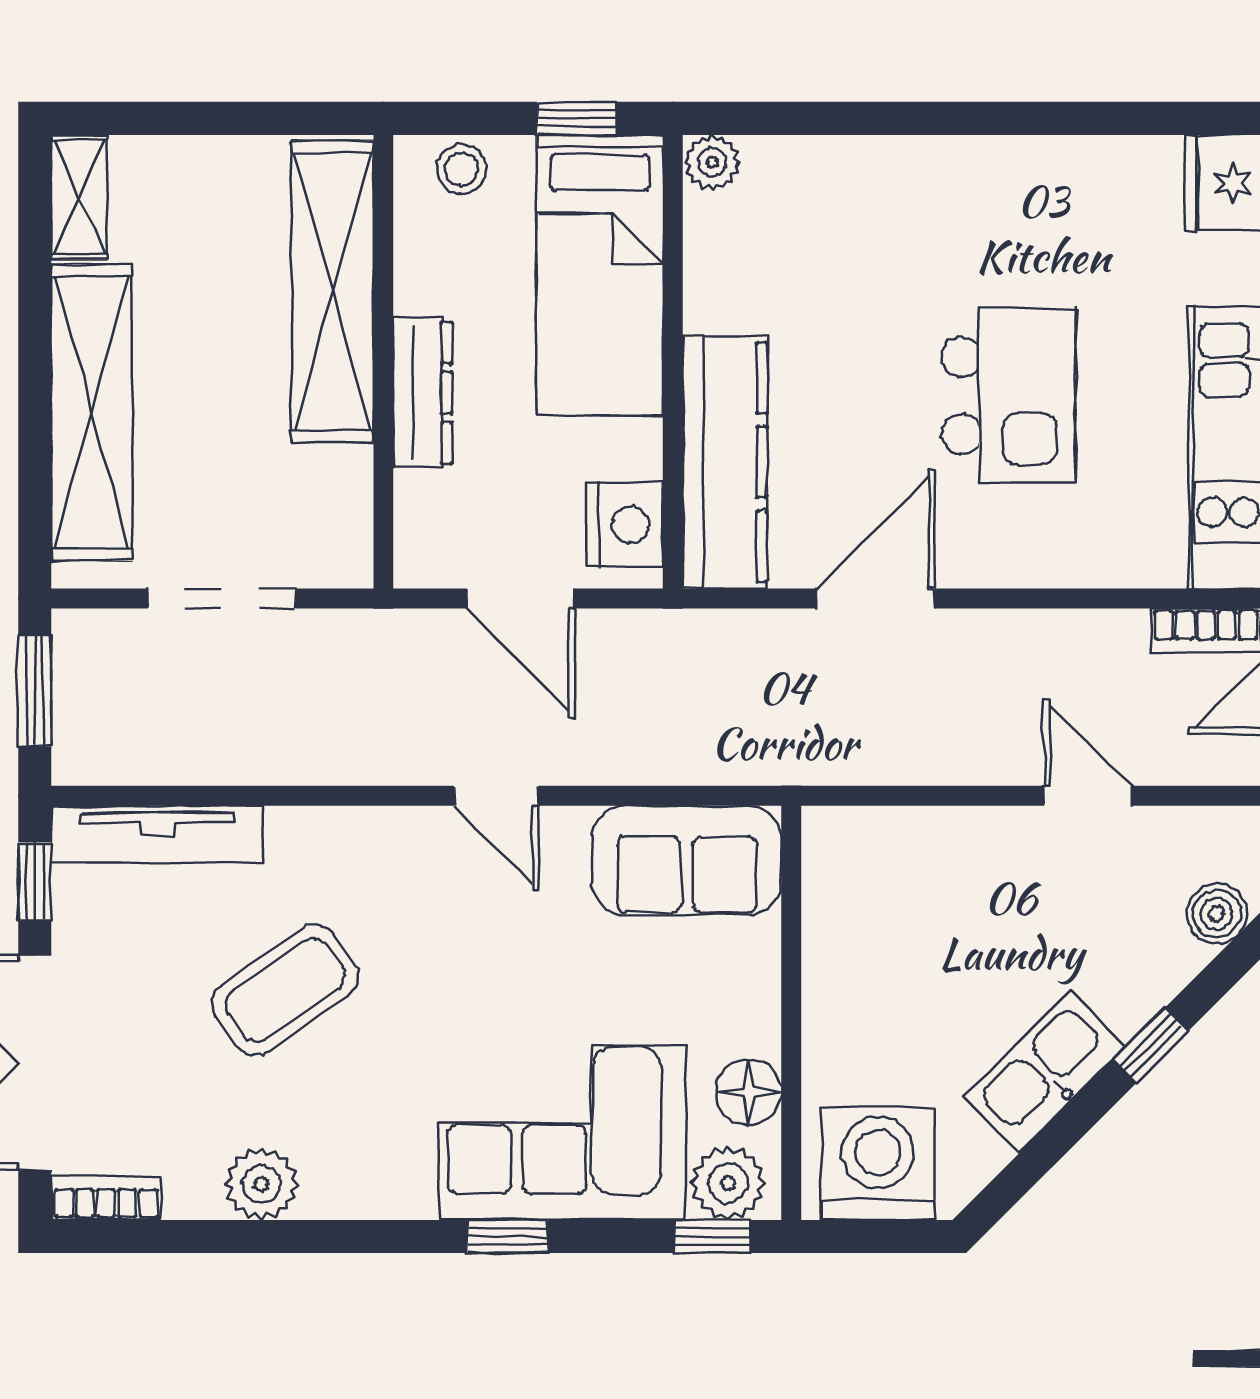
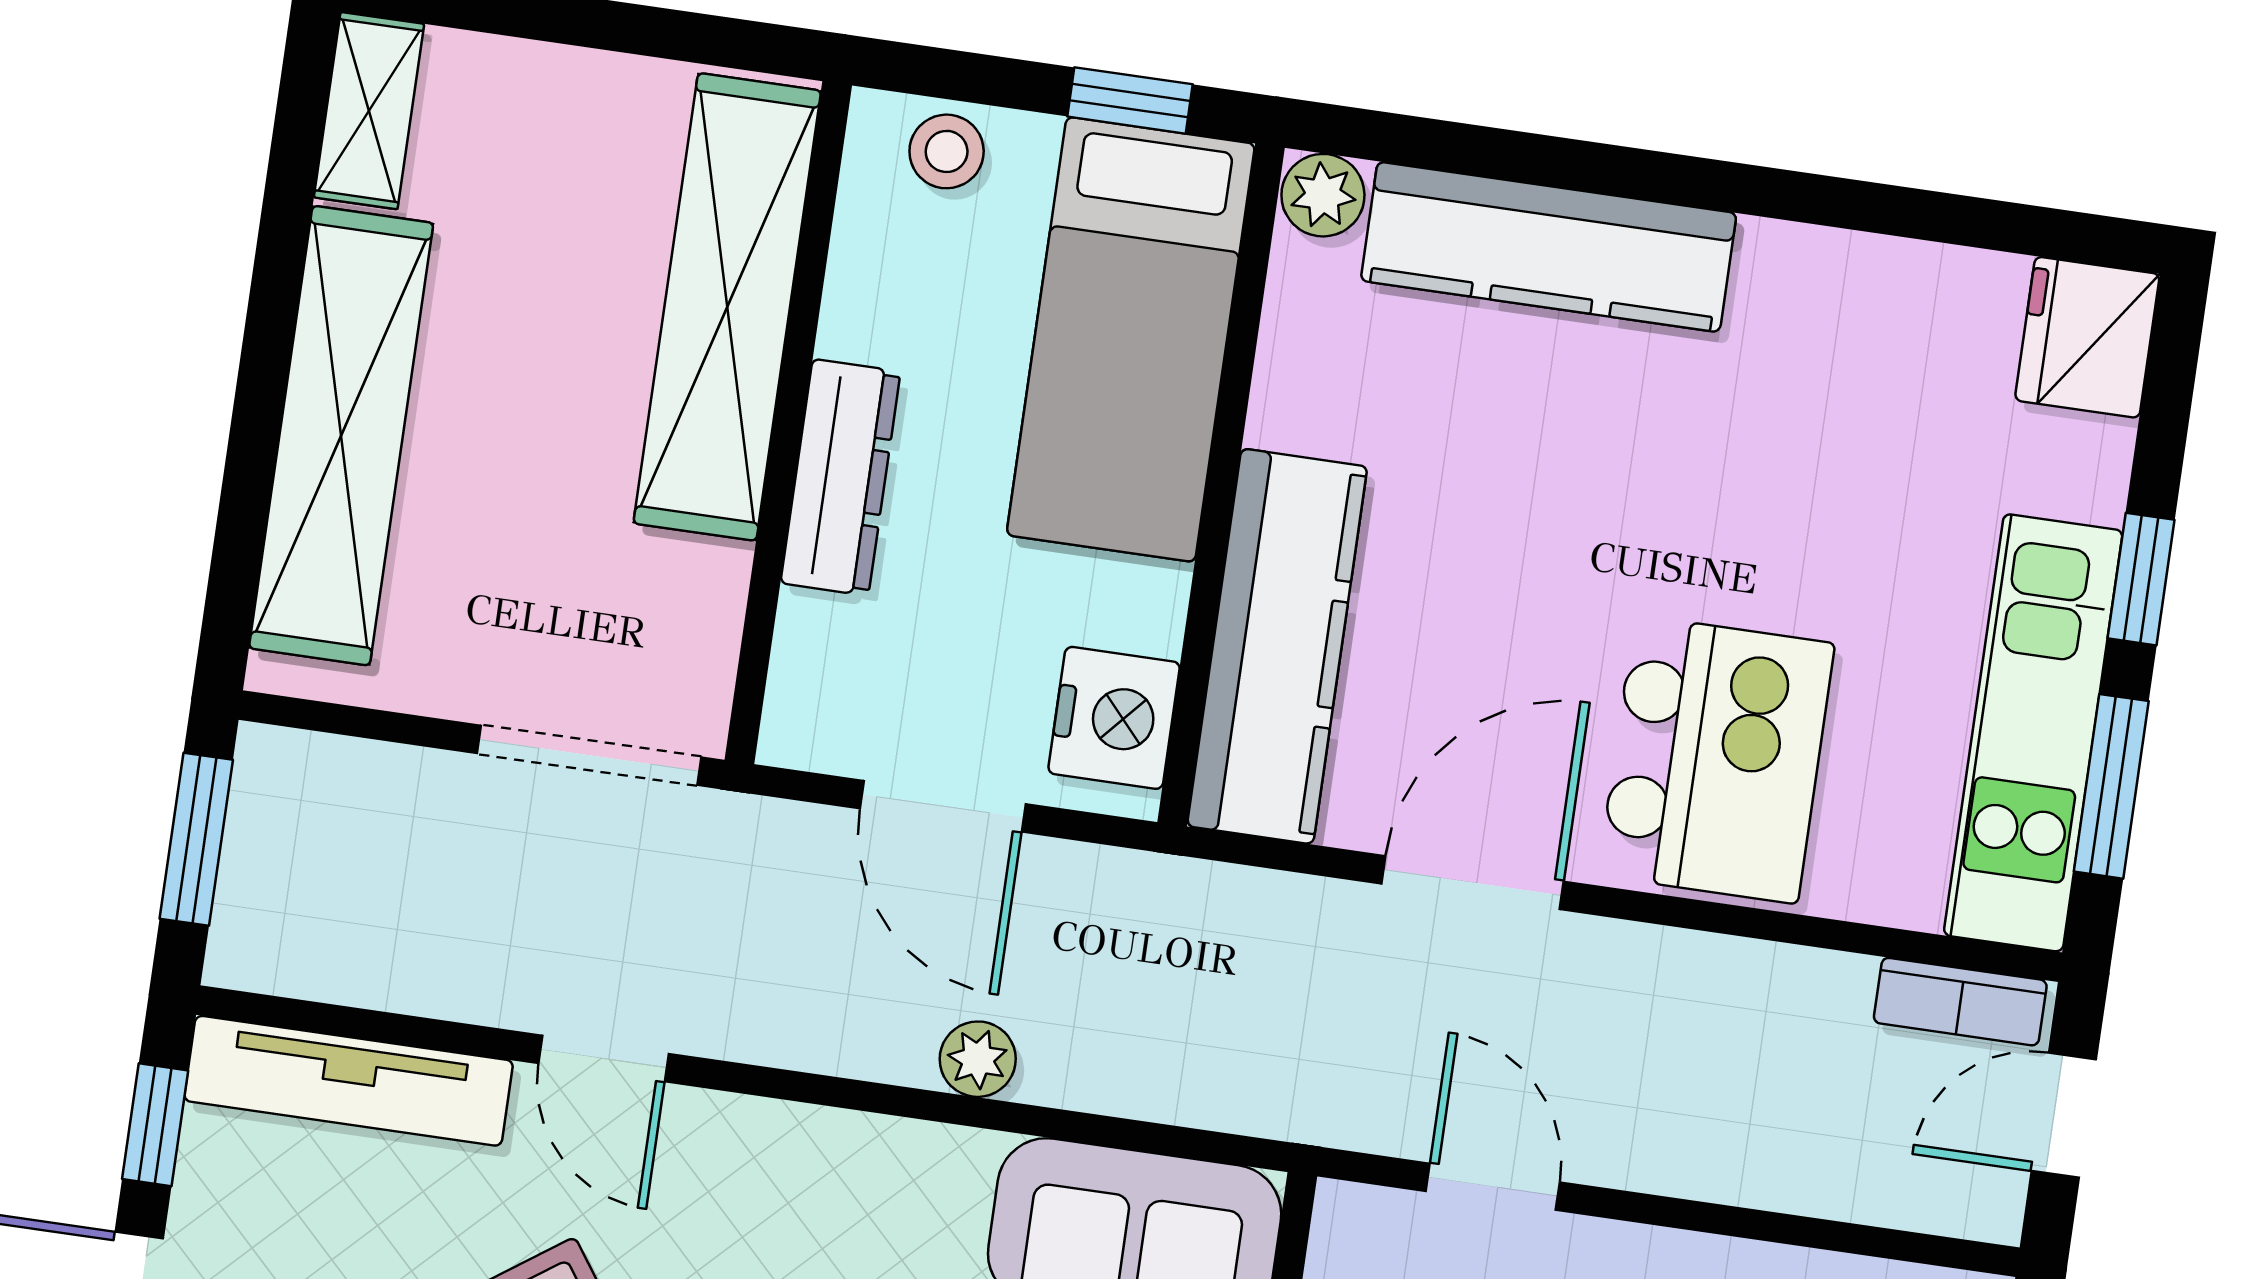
kitchen counter: (865, 175) -> (1549, 247), added
kitchen island: (1008, 395) -> (1716, 759), moved
doorway: (222, 599) -> (589, 755), moved
plant: (568, 761) -> (978, 1059), added
door: (496, 796) -> (603, 1059), moved
door: (1088, 796) -> (1493, 1187), moved

